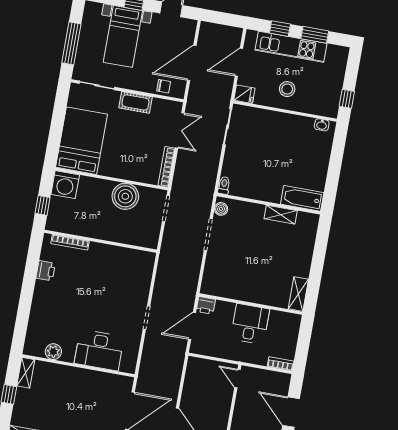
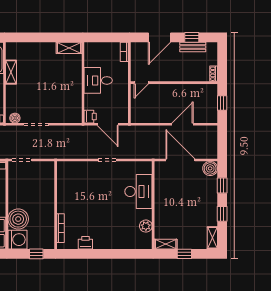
boiler: (125, 196) -> (18, 219), moved

